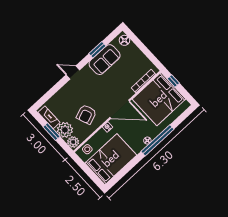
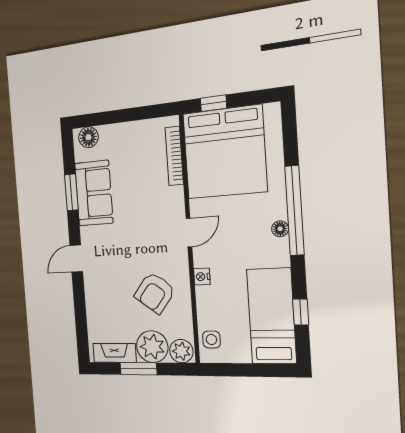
door: (120, 109) -> (189, 233), width x0.53
armchair: (86, 114) -> (155, 293), turned 58
bed: (111, 159) -> (271, 316), width x0.67
window: (124, 171) -> (301, 312), added

